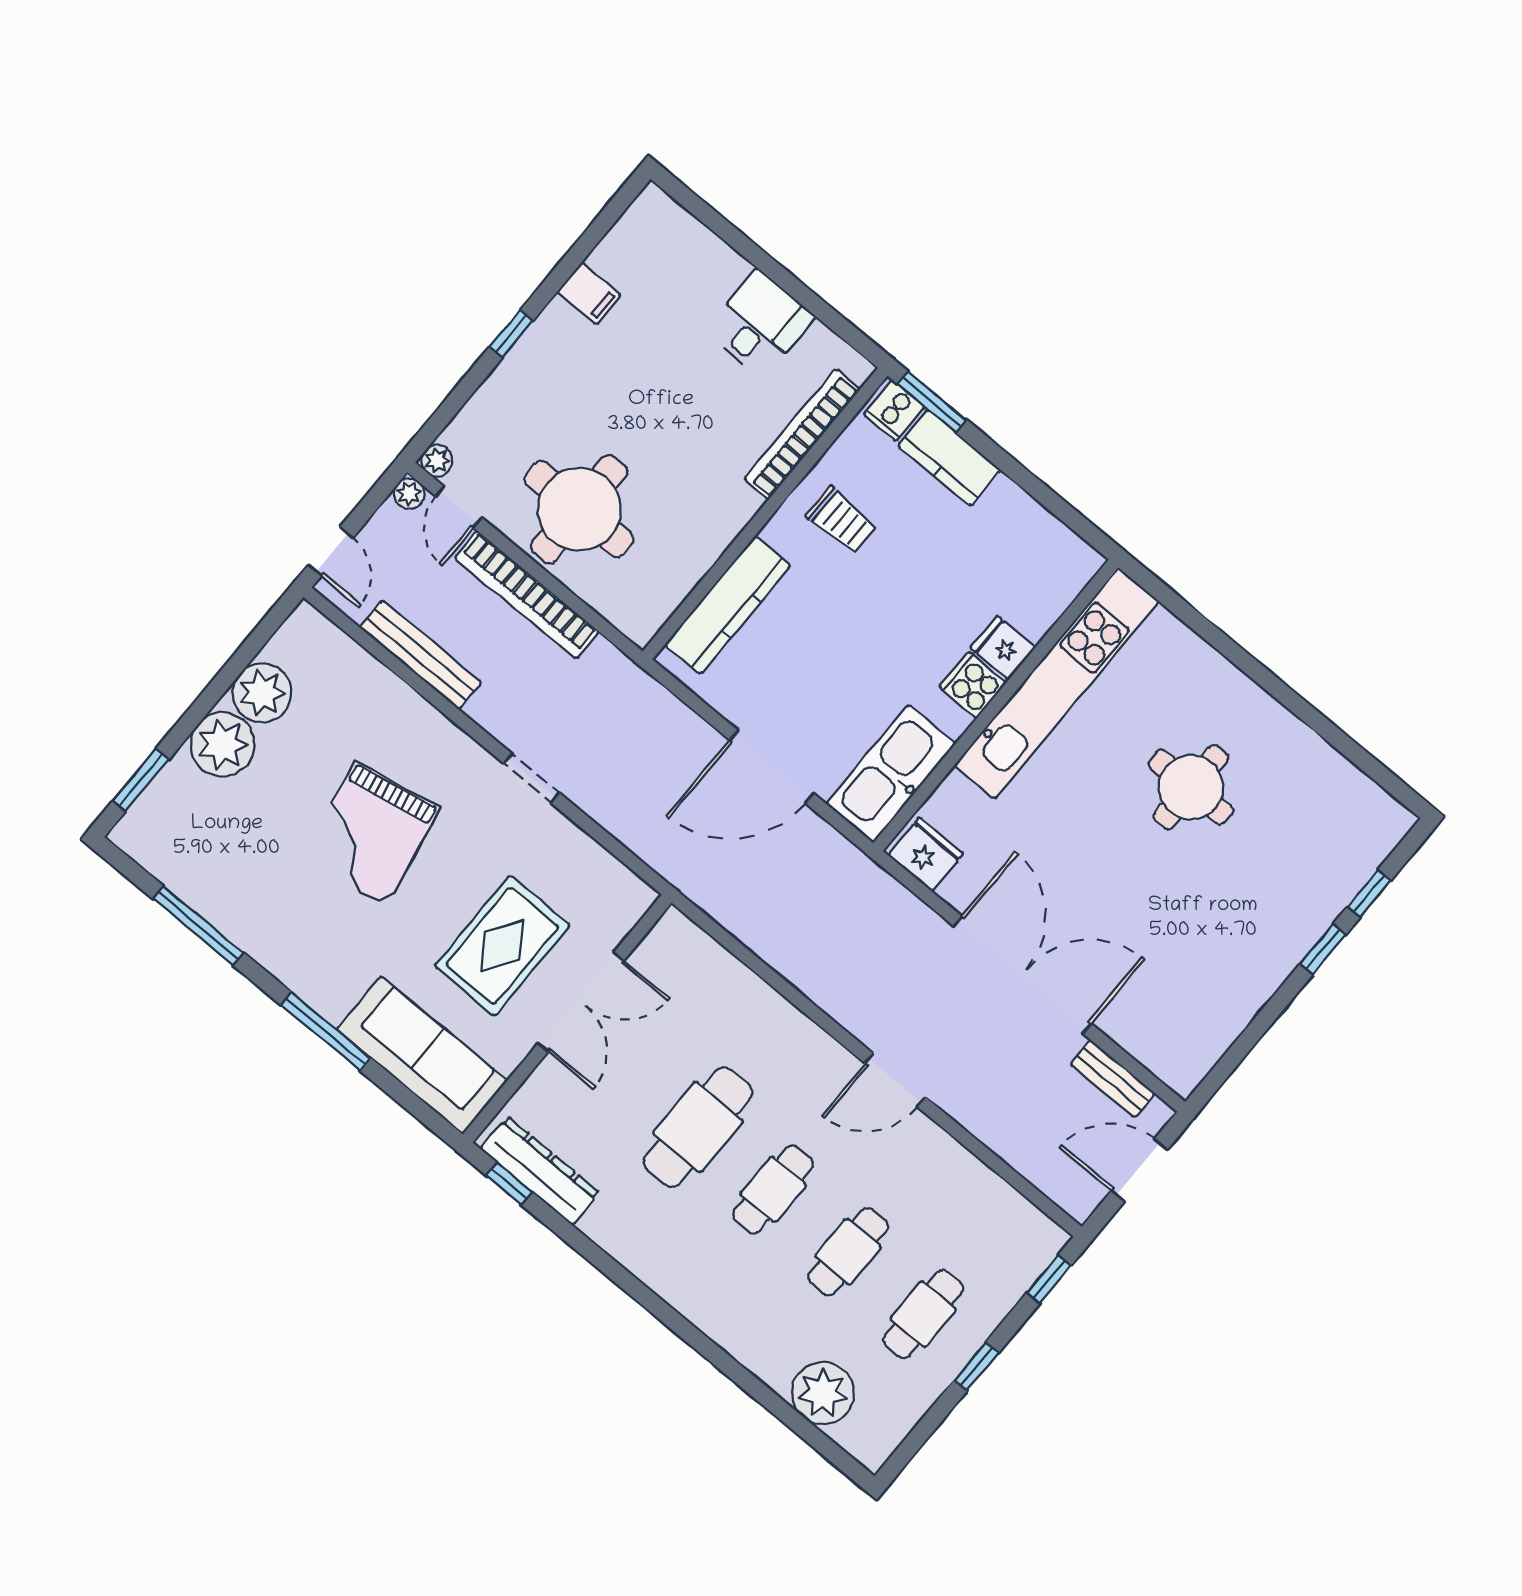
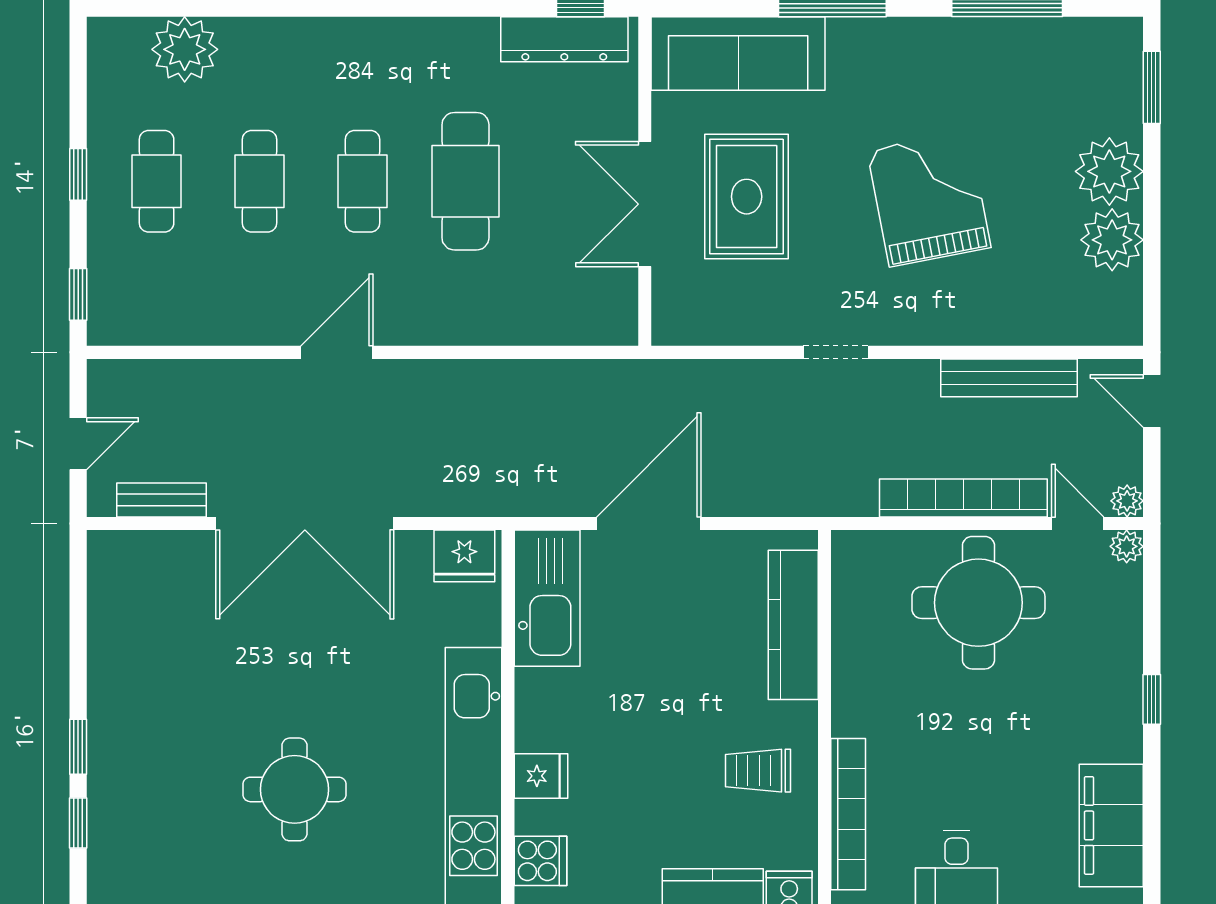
filing cabinet: (589, 294) -> (1111, 825), width x3.00, depth x1.17
cooker: (973, 685) -> (541, 861), moved
door: (1139, 1170) -> (78, 444), width x0.73

